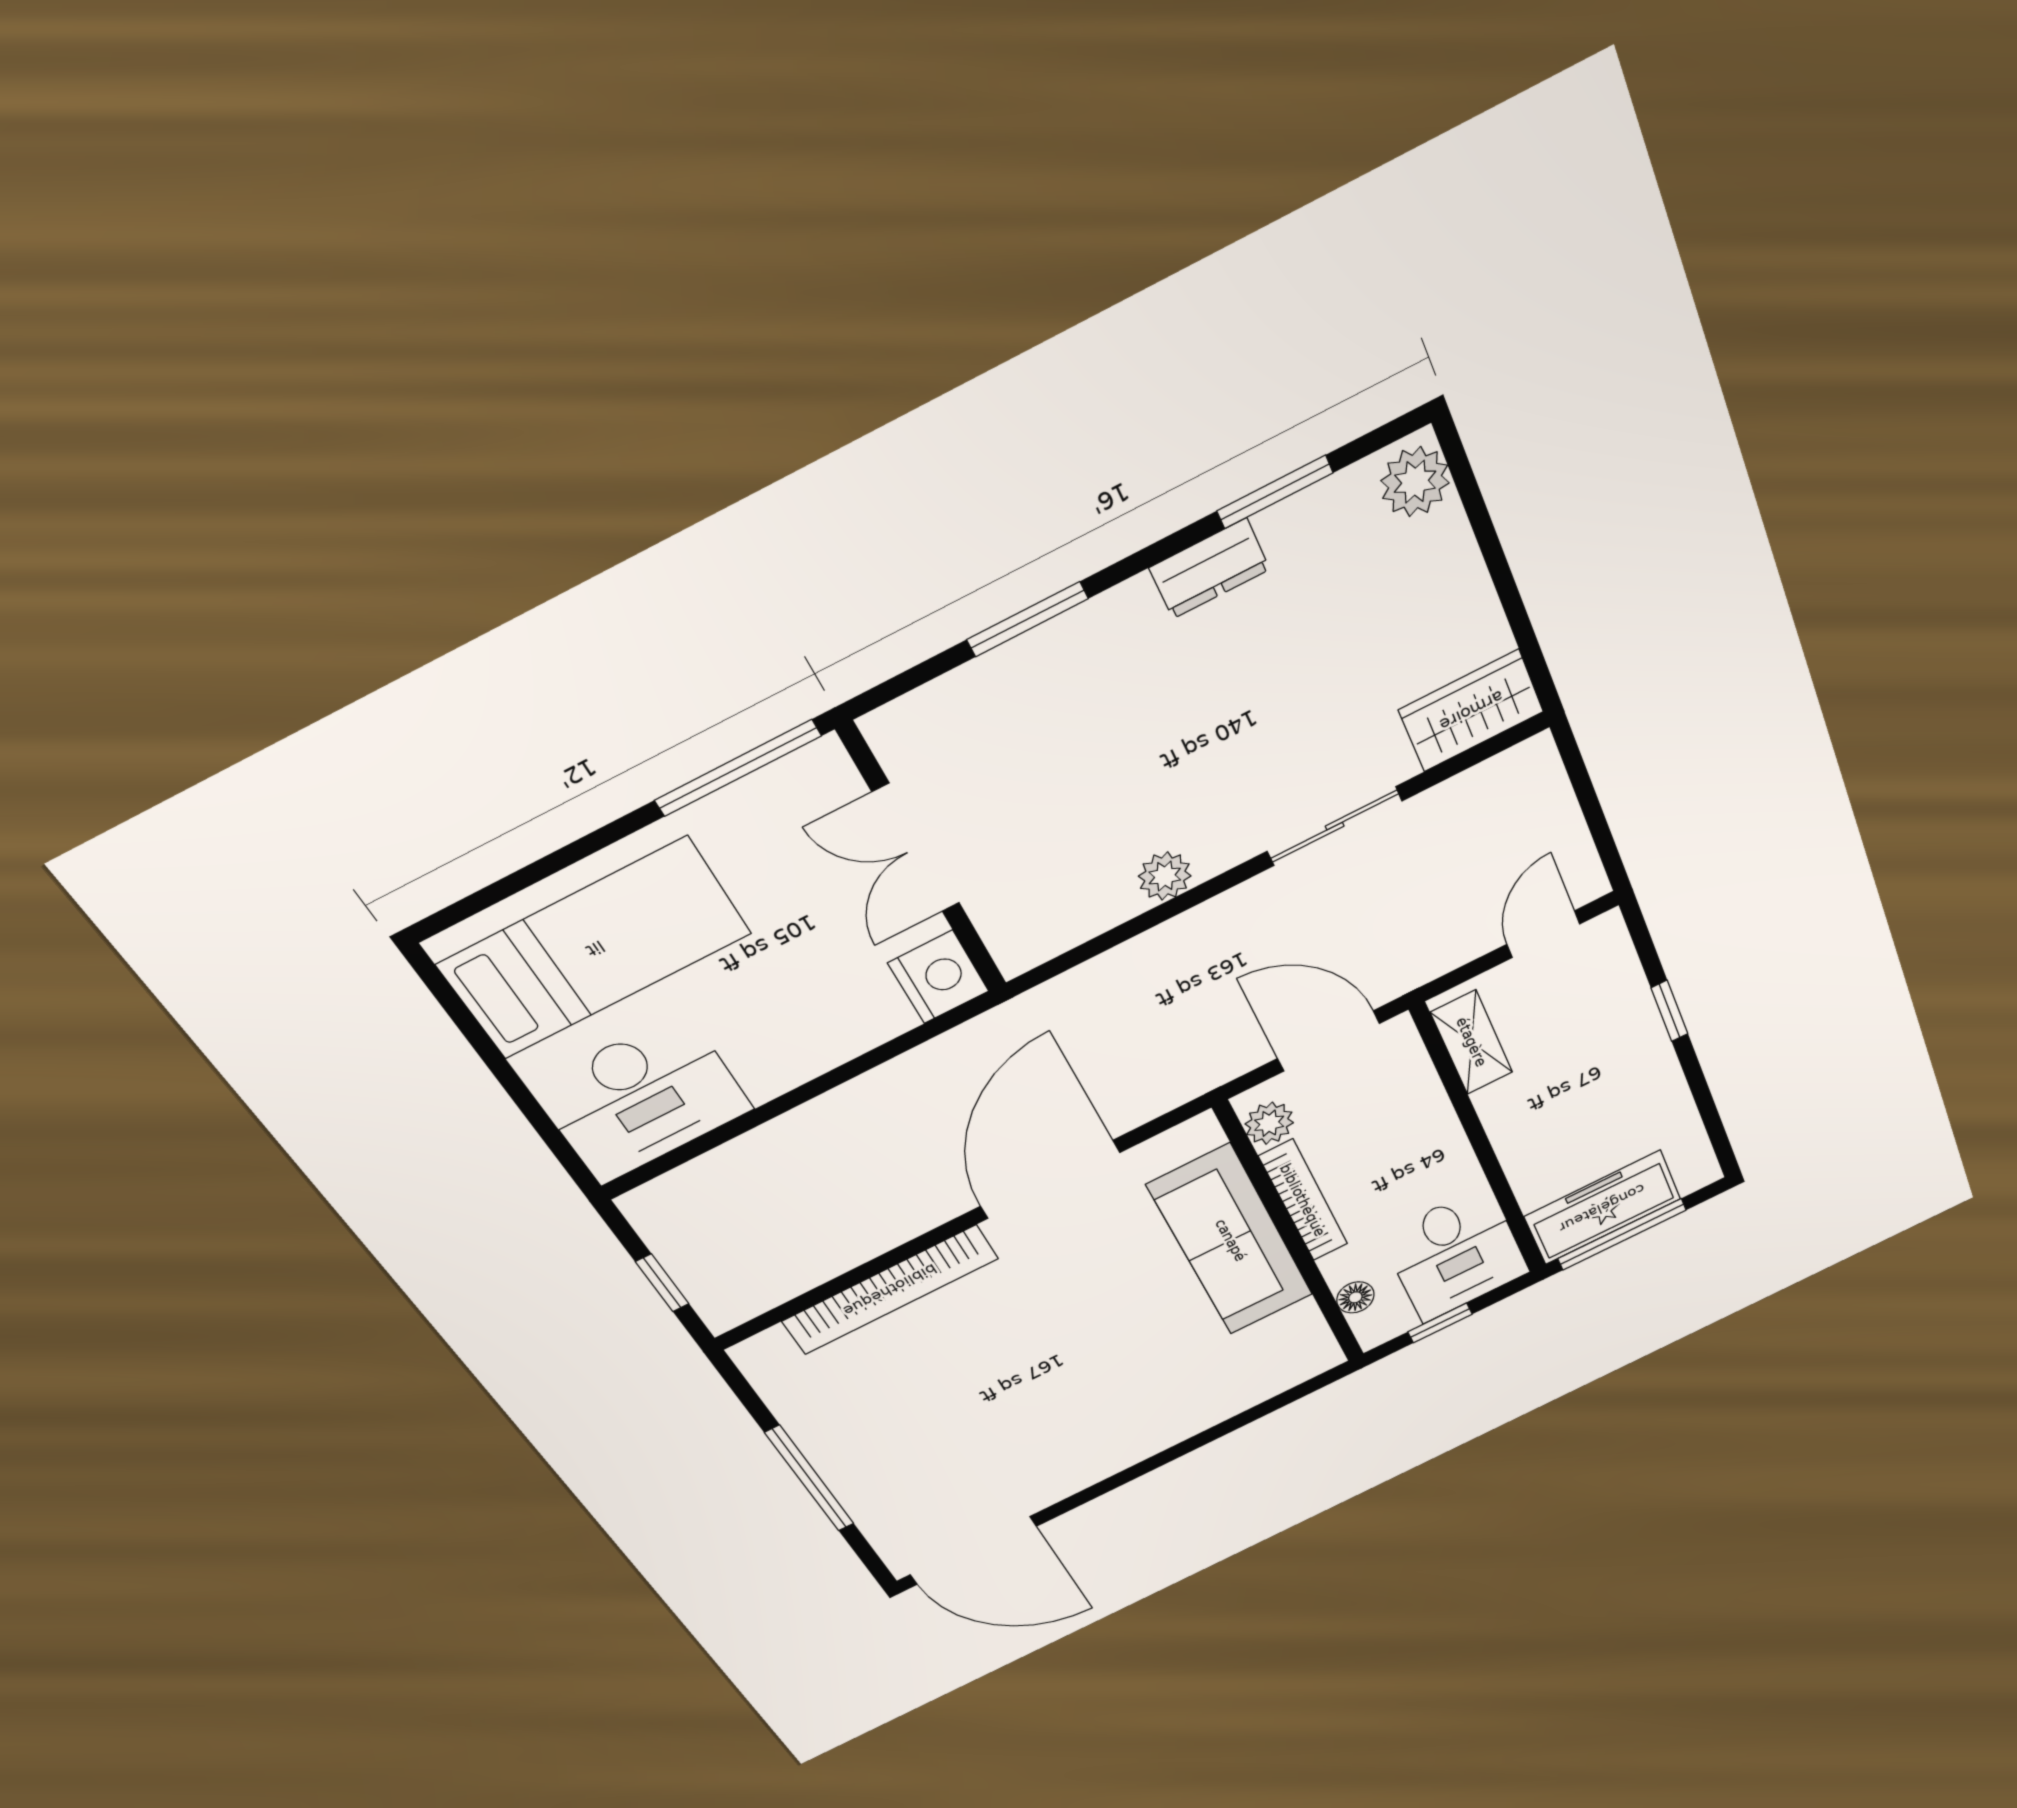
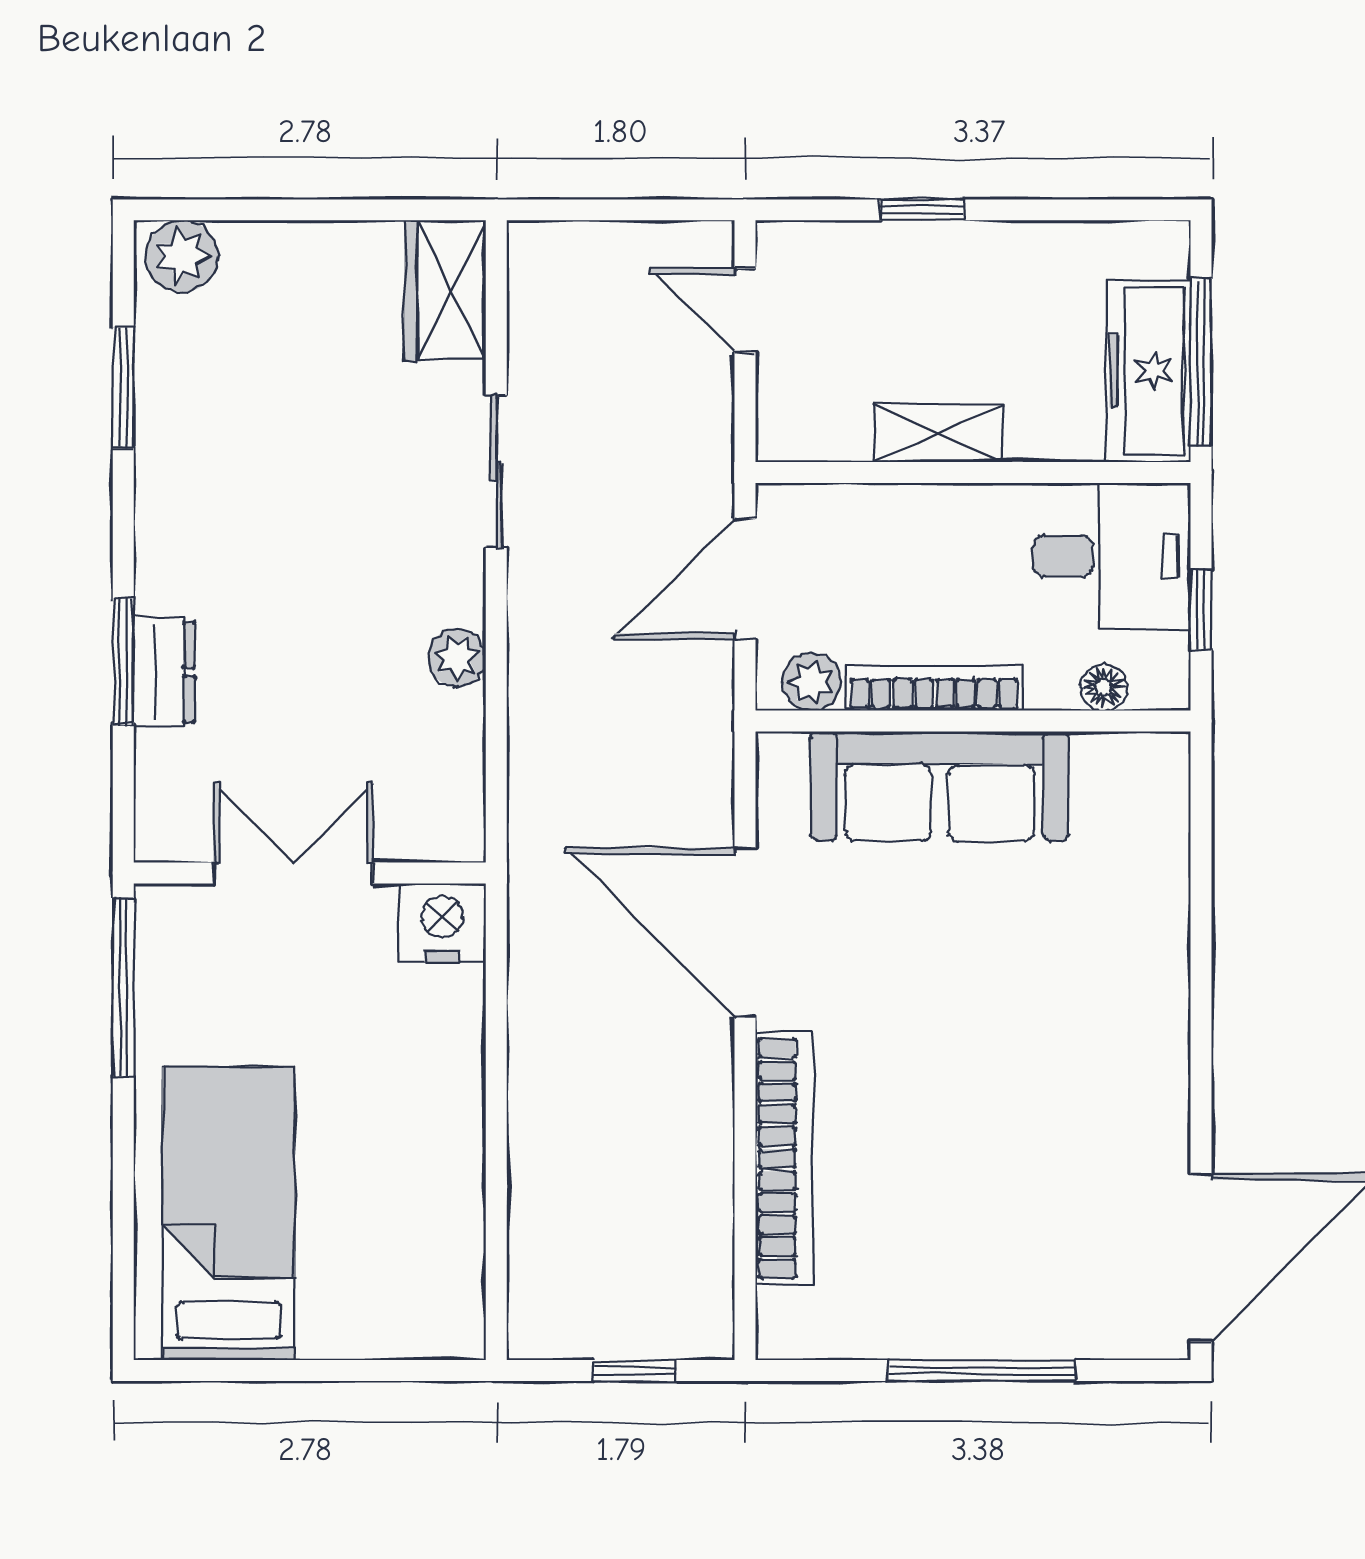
dresser: (1210, 569) -> (164, 672), moved
double door: (916, 848) -> (293, 873), swing flipped
shelving: (1472, 1042) -> (938, 433), moved
desk: (642, 1098) -> (411, 1265), removed

